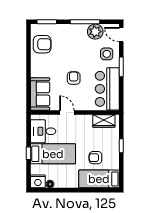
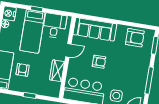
plant: (95, 32) -> (138, 88), removed
armchair: (42, 44) -> (135, 38), turned -90
sofa: (40, 94) -> (95, 29), width x1.36
wardrobe: (104, 121) -> (57, 71), moved

